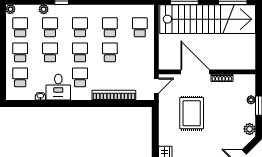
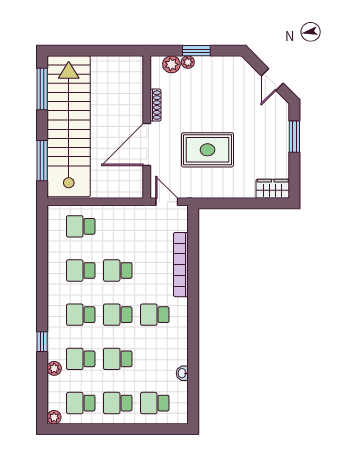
desk: (58, 87) -> (169, 347), removed
plant: (250, 129) -> (171, 64), moved

